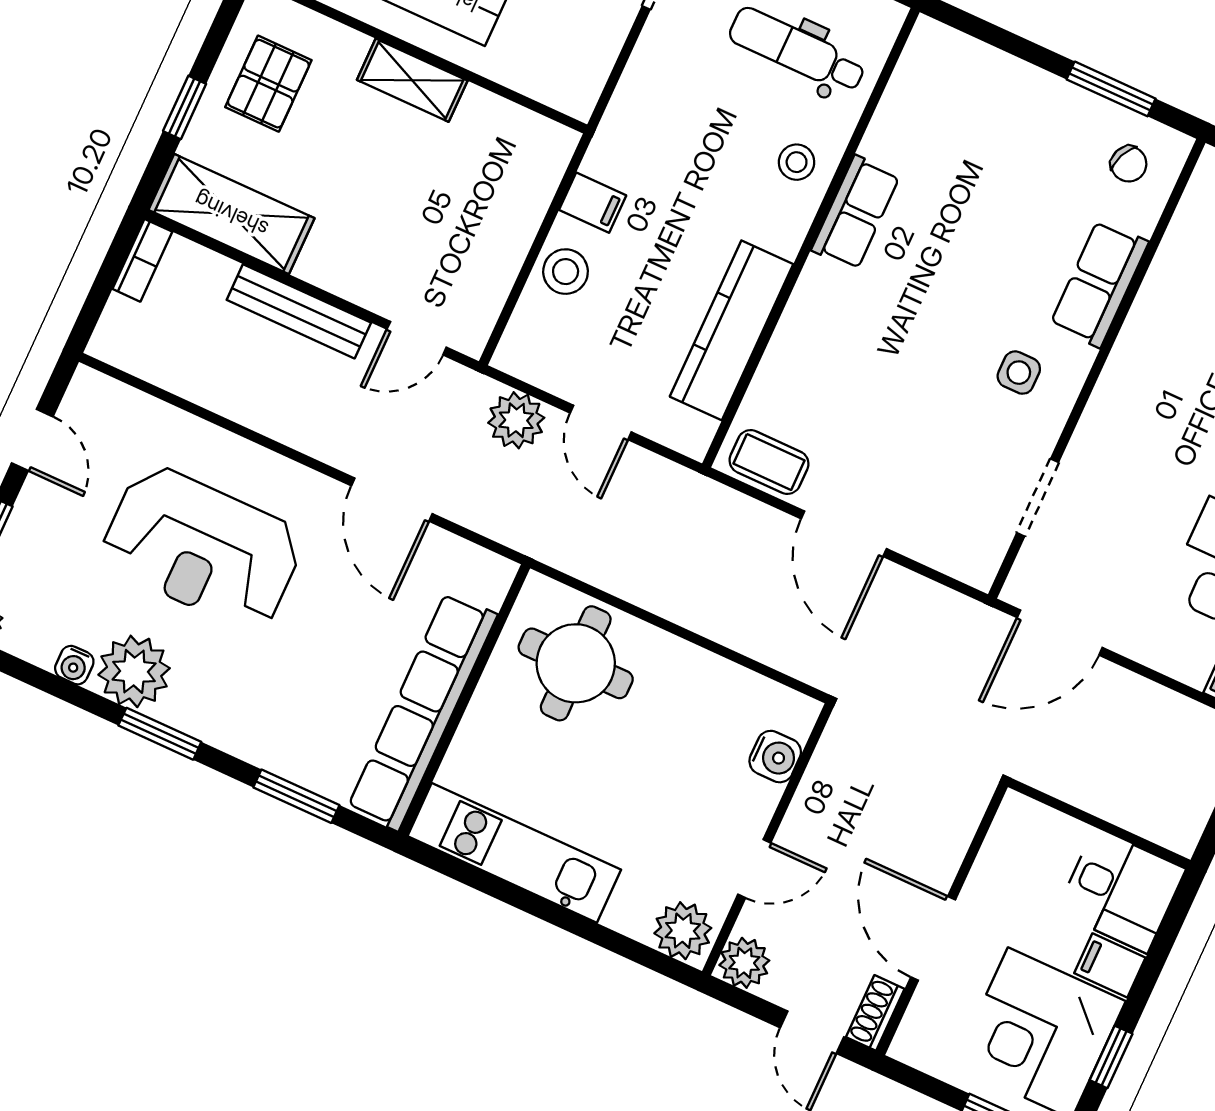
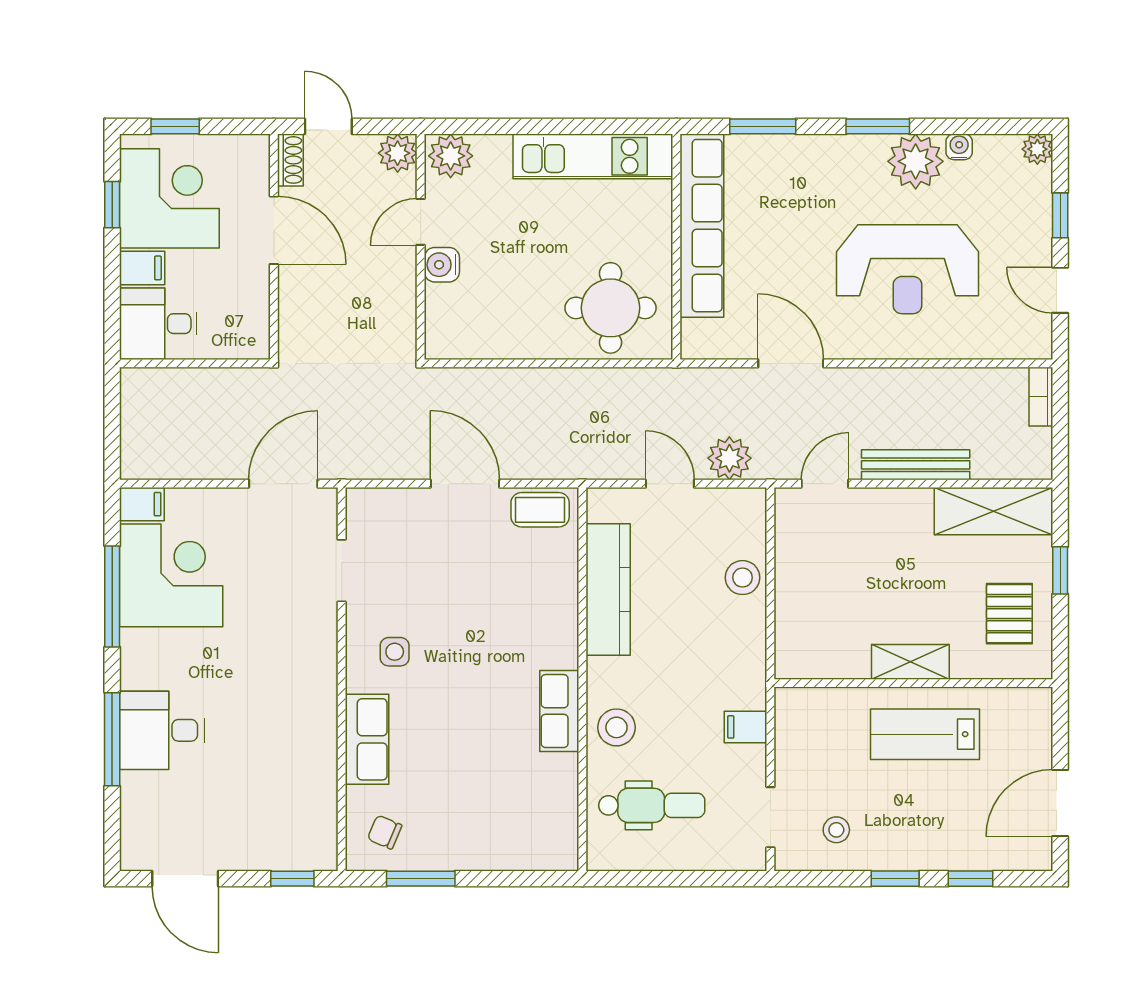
stool: (797, 162) -> (617, 727), width x1.37, depth x1.37
filing cabinet: (593, 203) -> (746, 727), moved
bookcase: (142, 260) -> (1041, 397), moved
reception desk: (202, 548) -> (907, 269), turned 180
water cooler: (775, 757) -> (442, 265), moved

